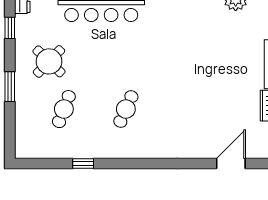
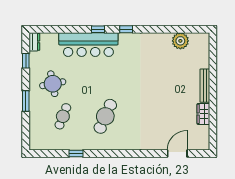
round table: (49, 61) -> (53, 84), turned 35
cafe table: (126, 109) -> (105, 116), width x1.37, depth x1.35

